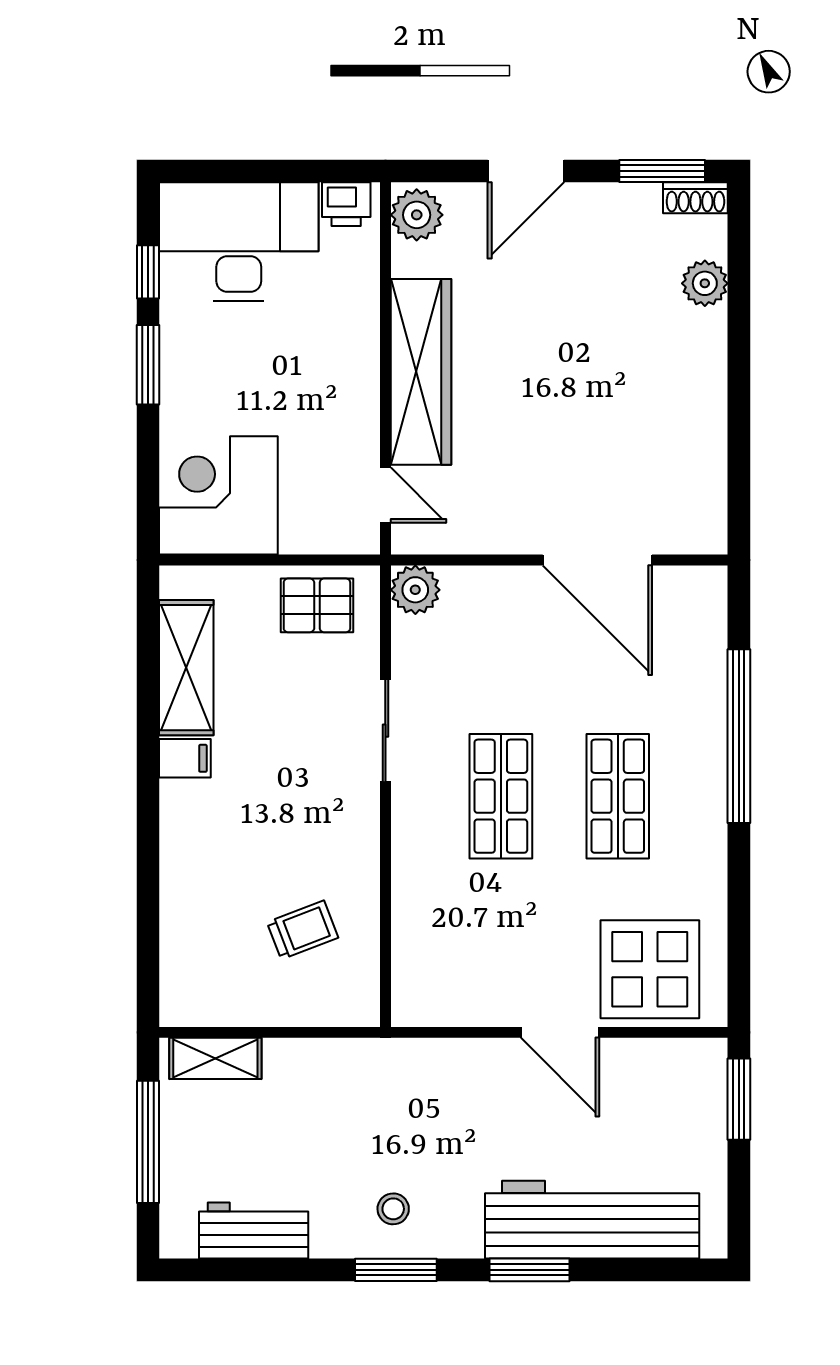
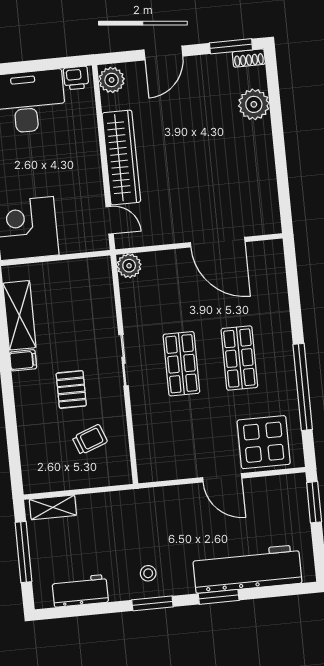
plant: (705, 283) -> (254, 104), width x1.36, depth x1.36
pallet: (317, 605) -> (71, 389), moved, turned 90
sliding door: (385, 731) -> (123, 360), moved
window: (739, 736) -> (303, 387), moved

